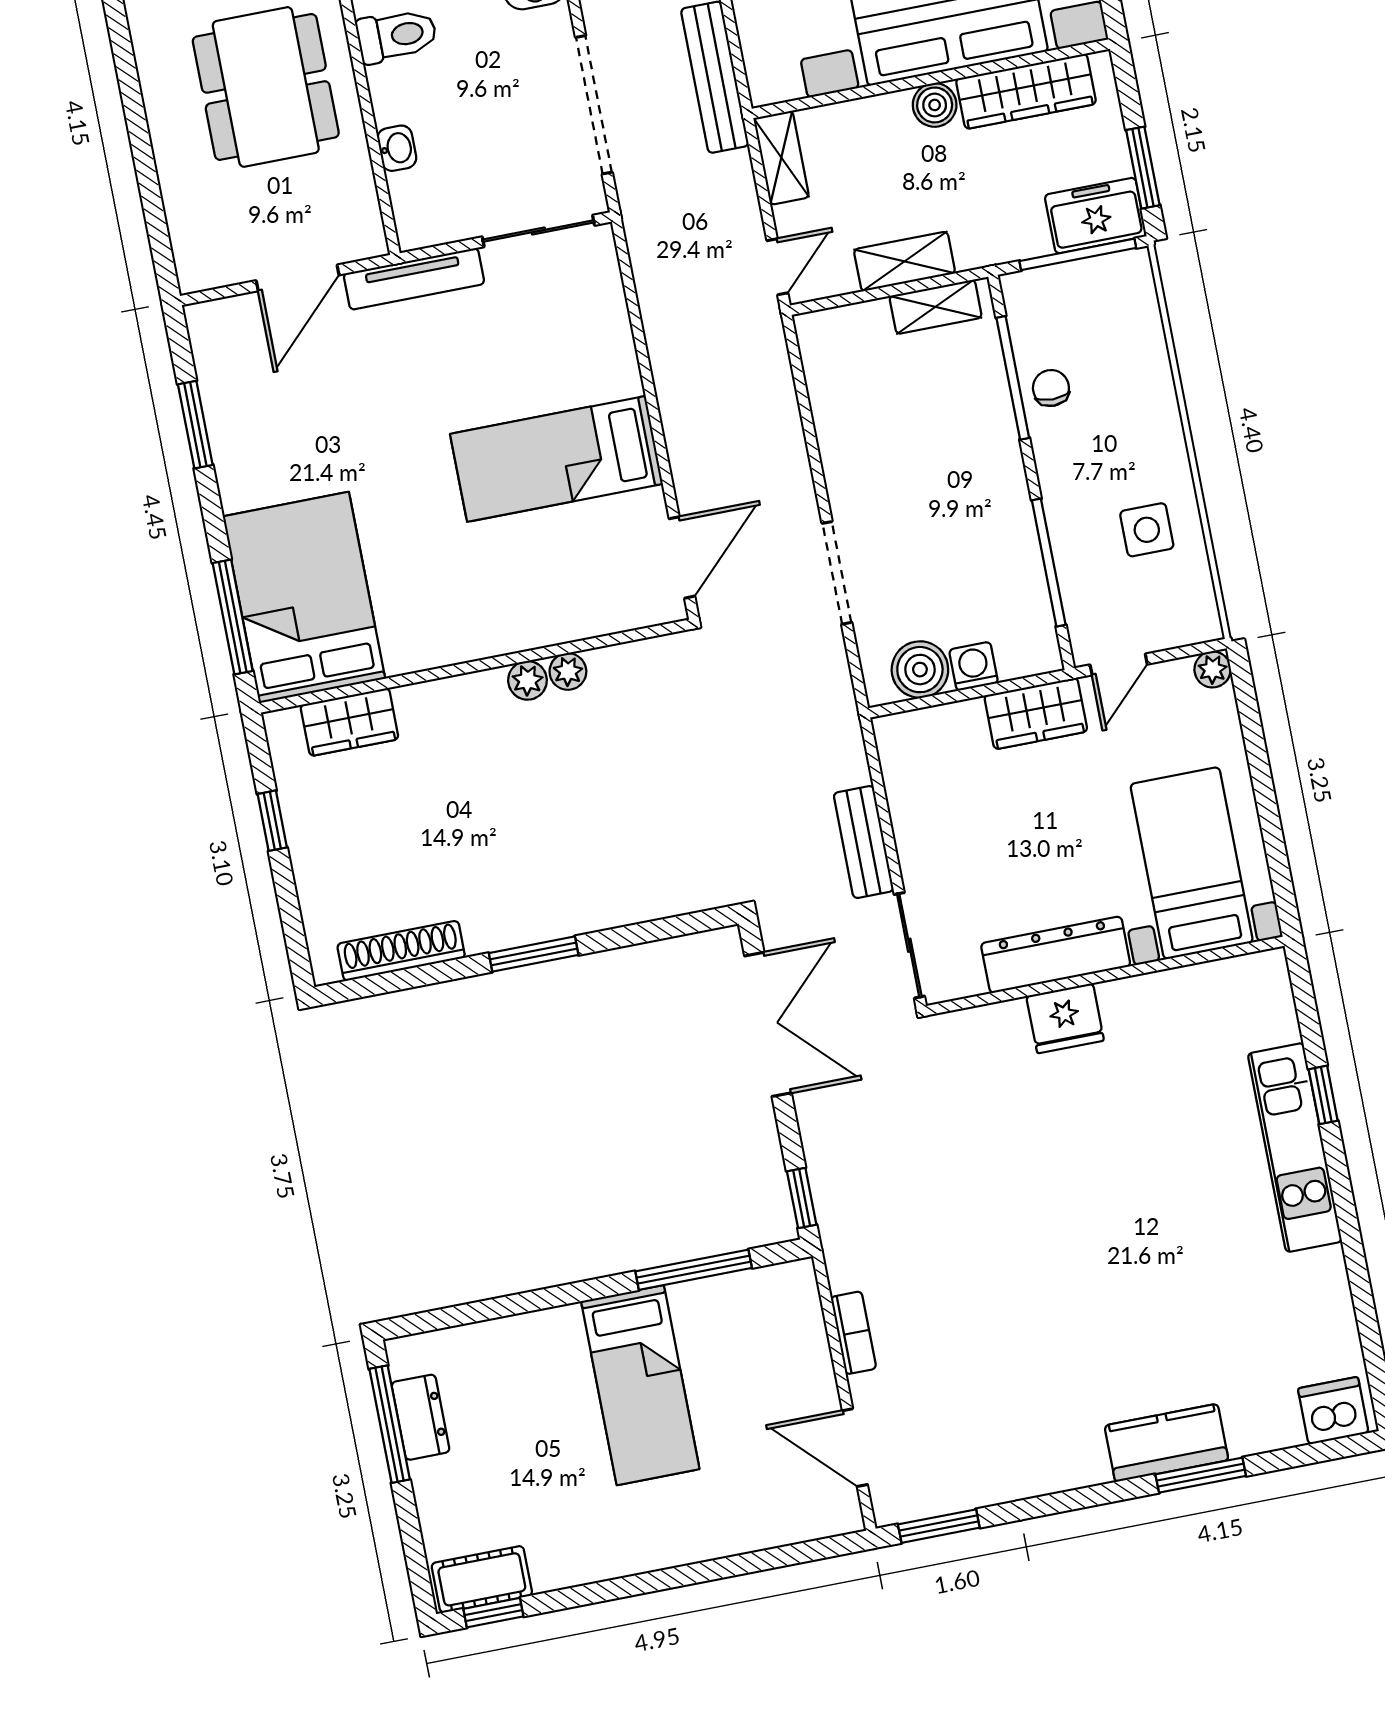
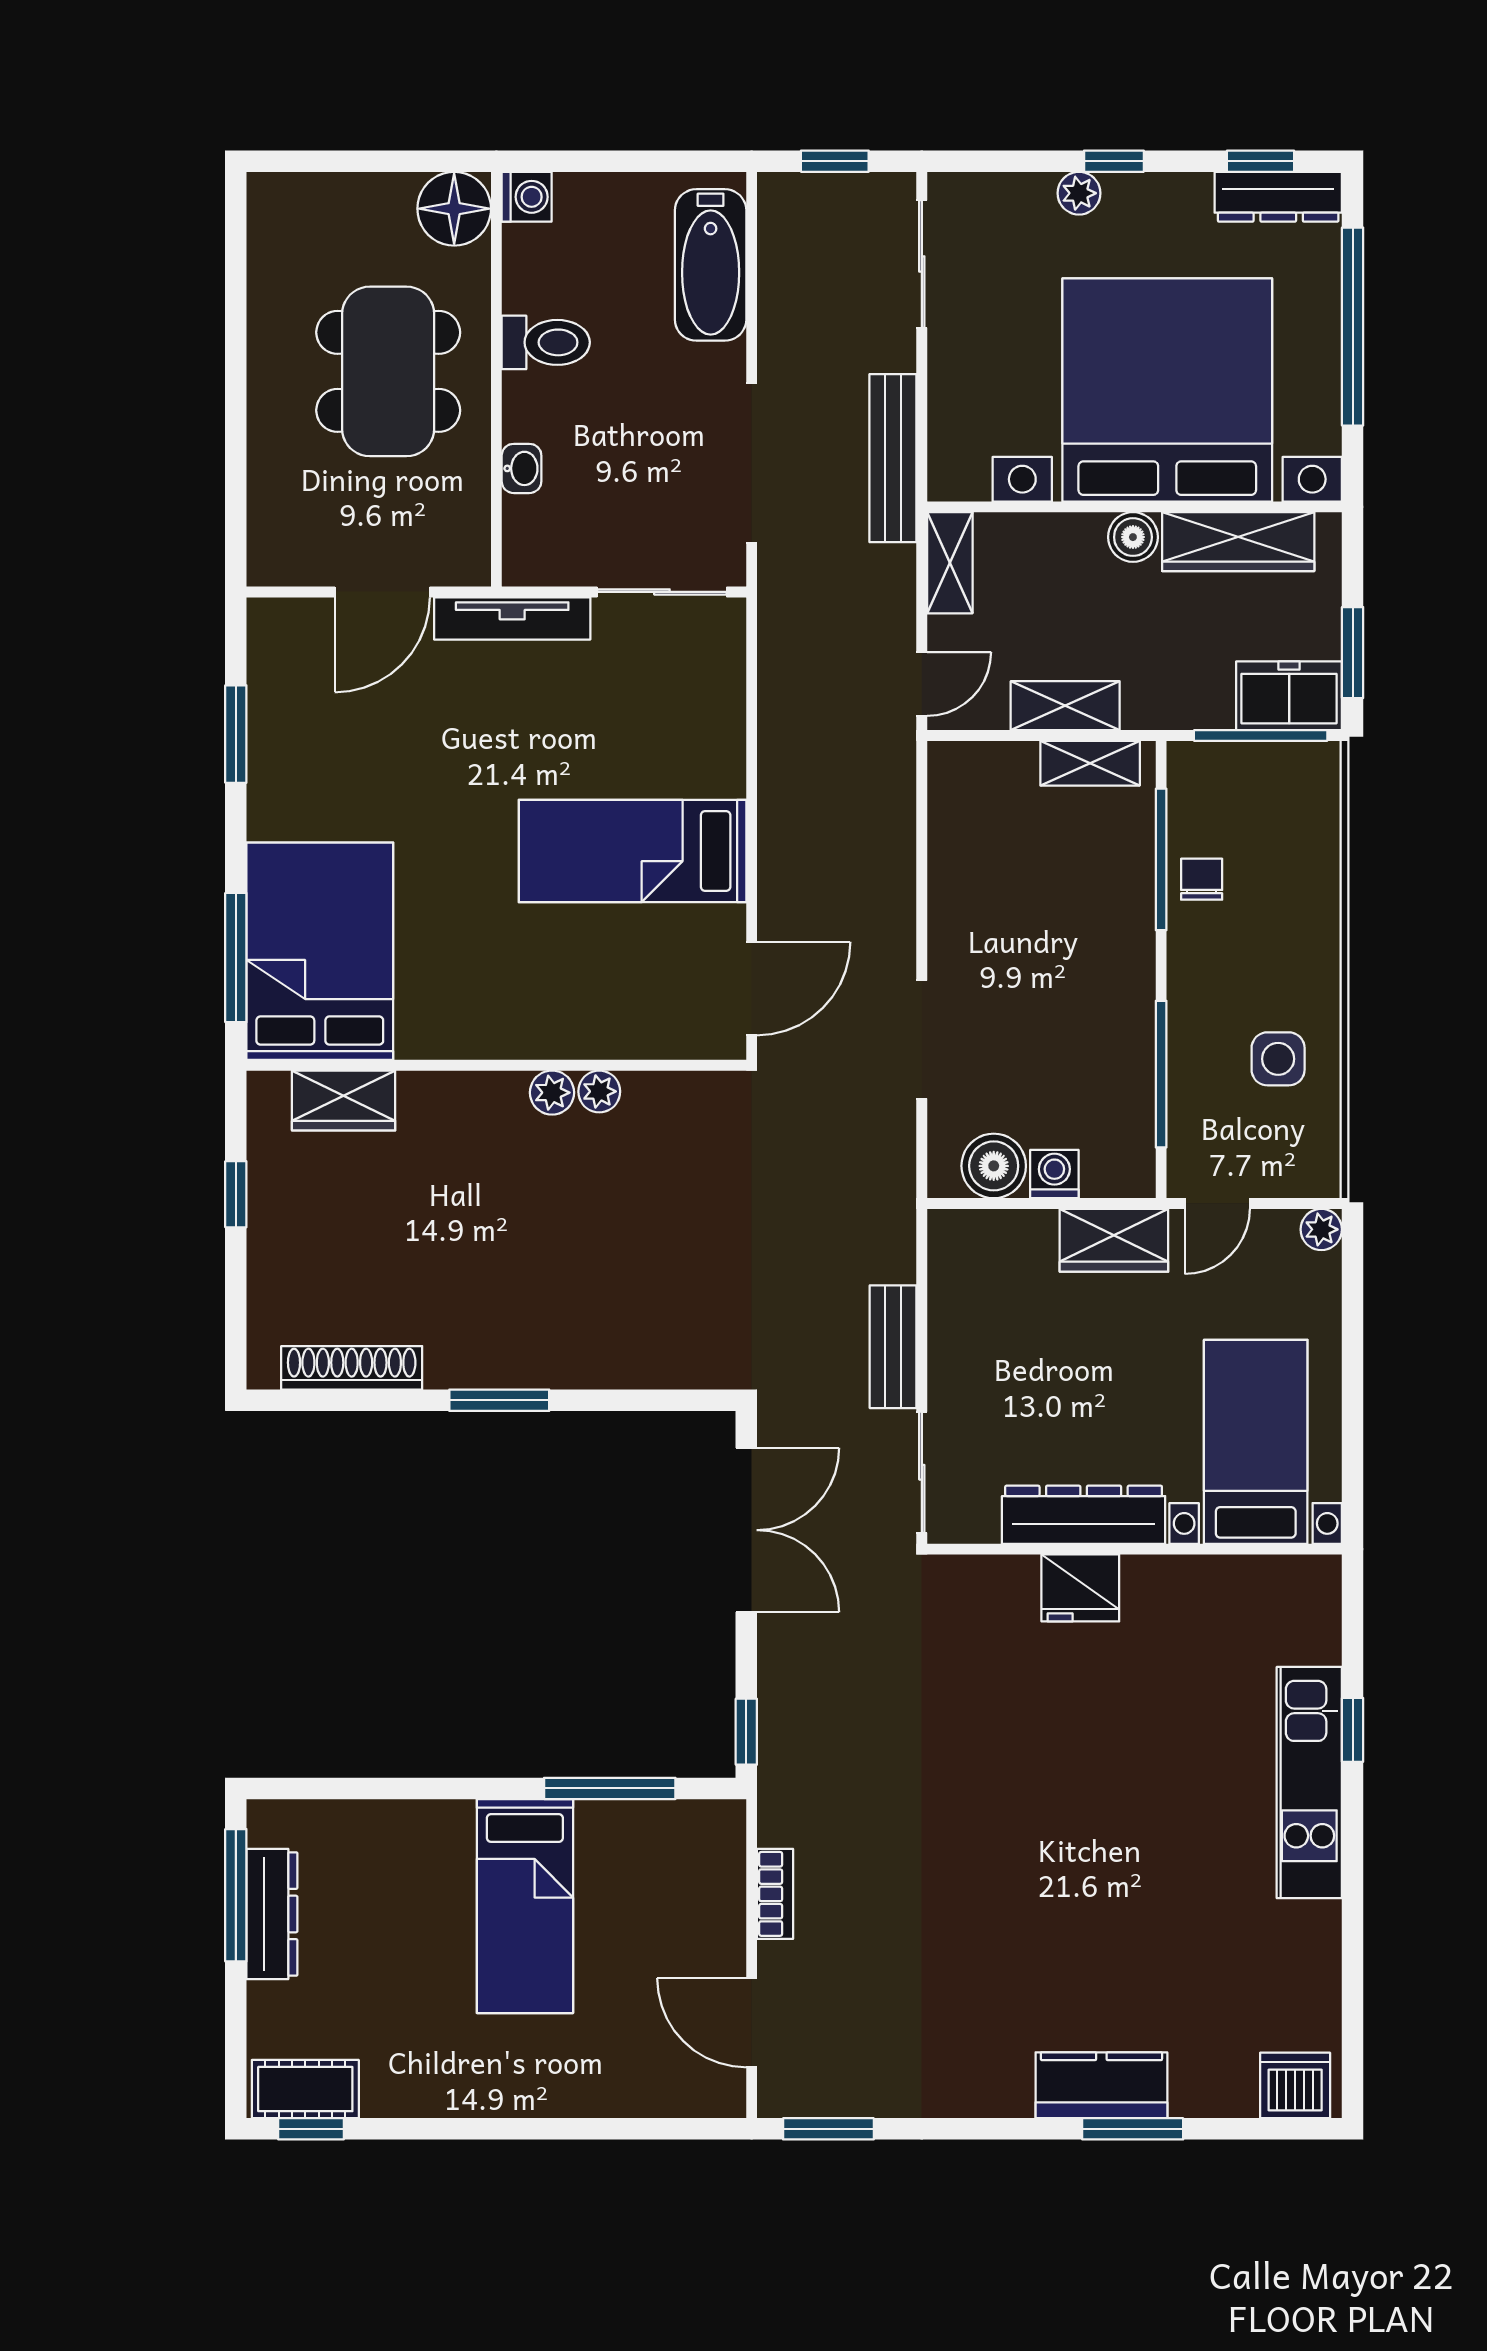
dresser: (421, 1417) -> (272, 1914), width x1.44

